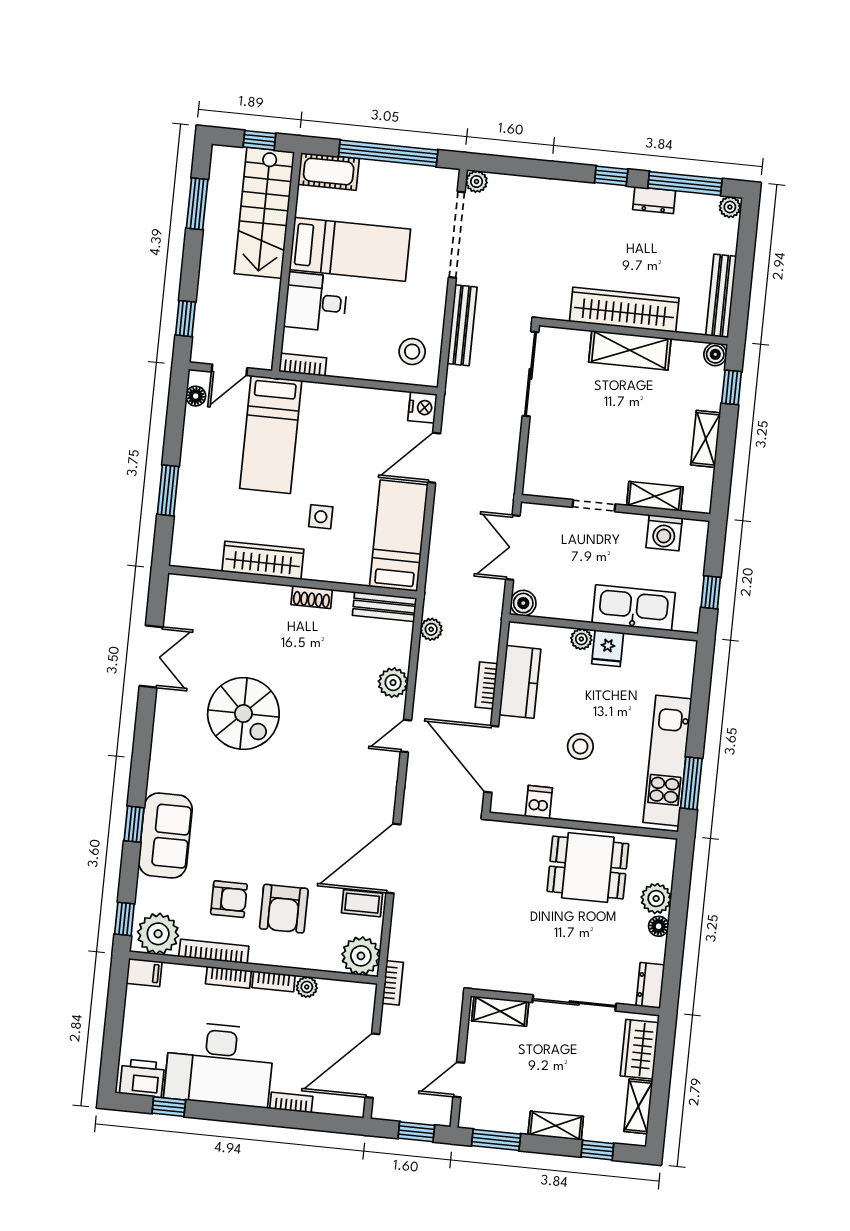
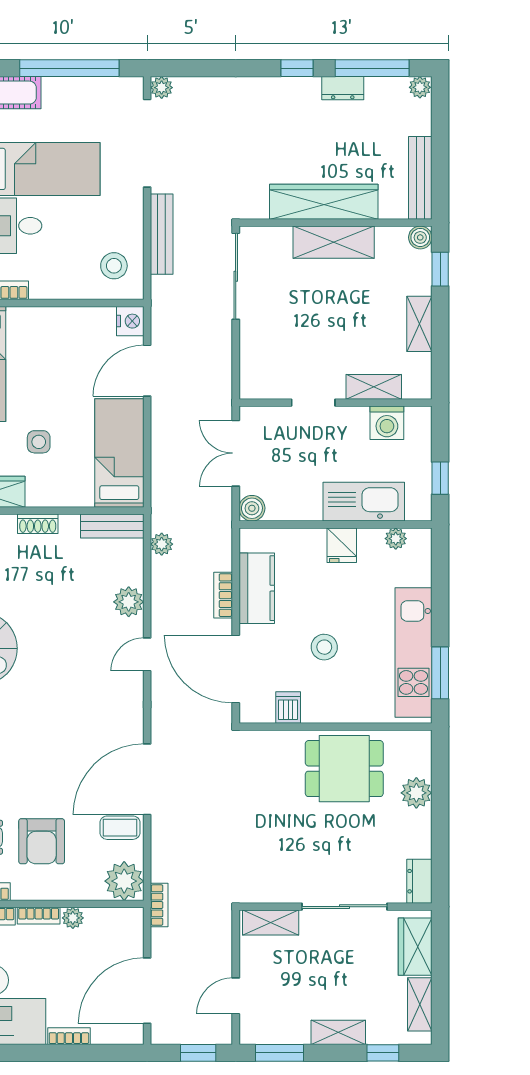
plant: (581, 639) -> (396, 539), moved
floor lamp: (659, 926) -> (422, 821), removed

